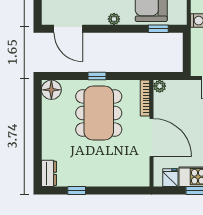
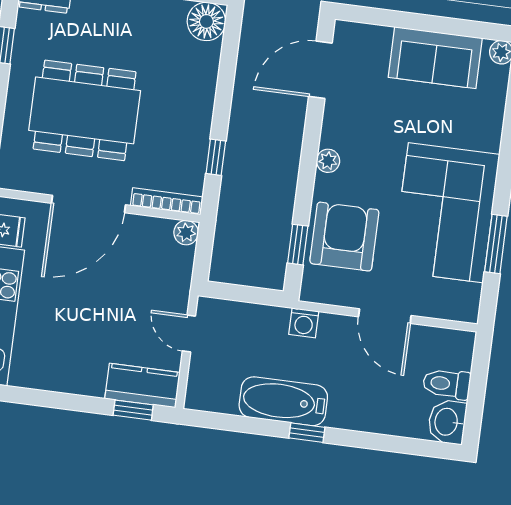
window: (97, 76) -> (216, 157), moved
dining table: (99, 113) -> (85, 110), moved

